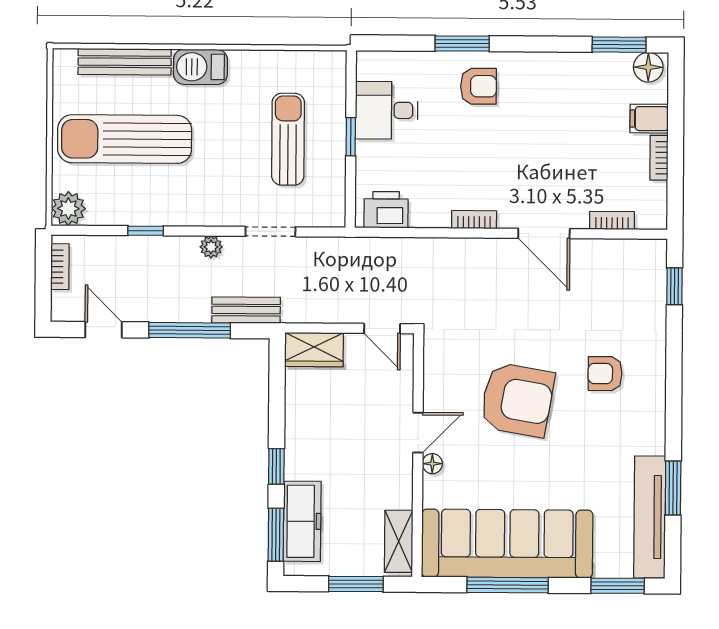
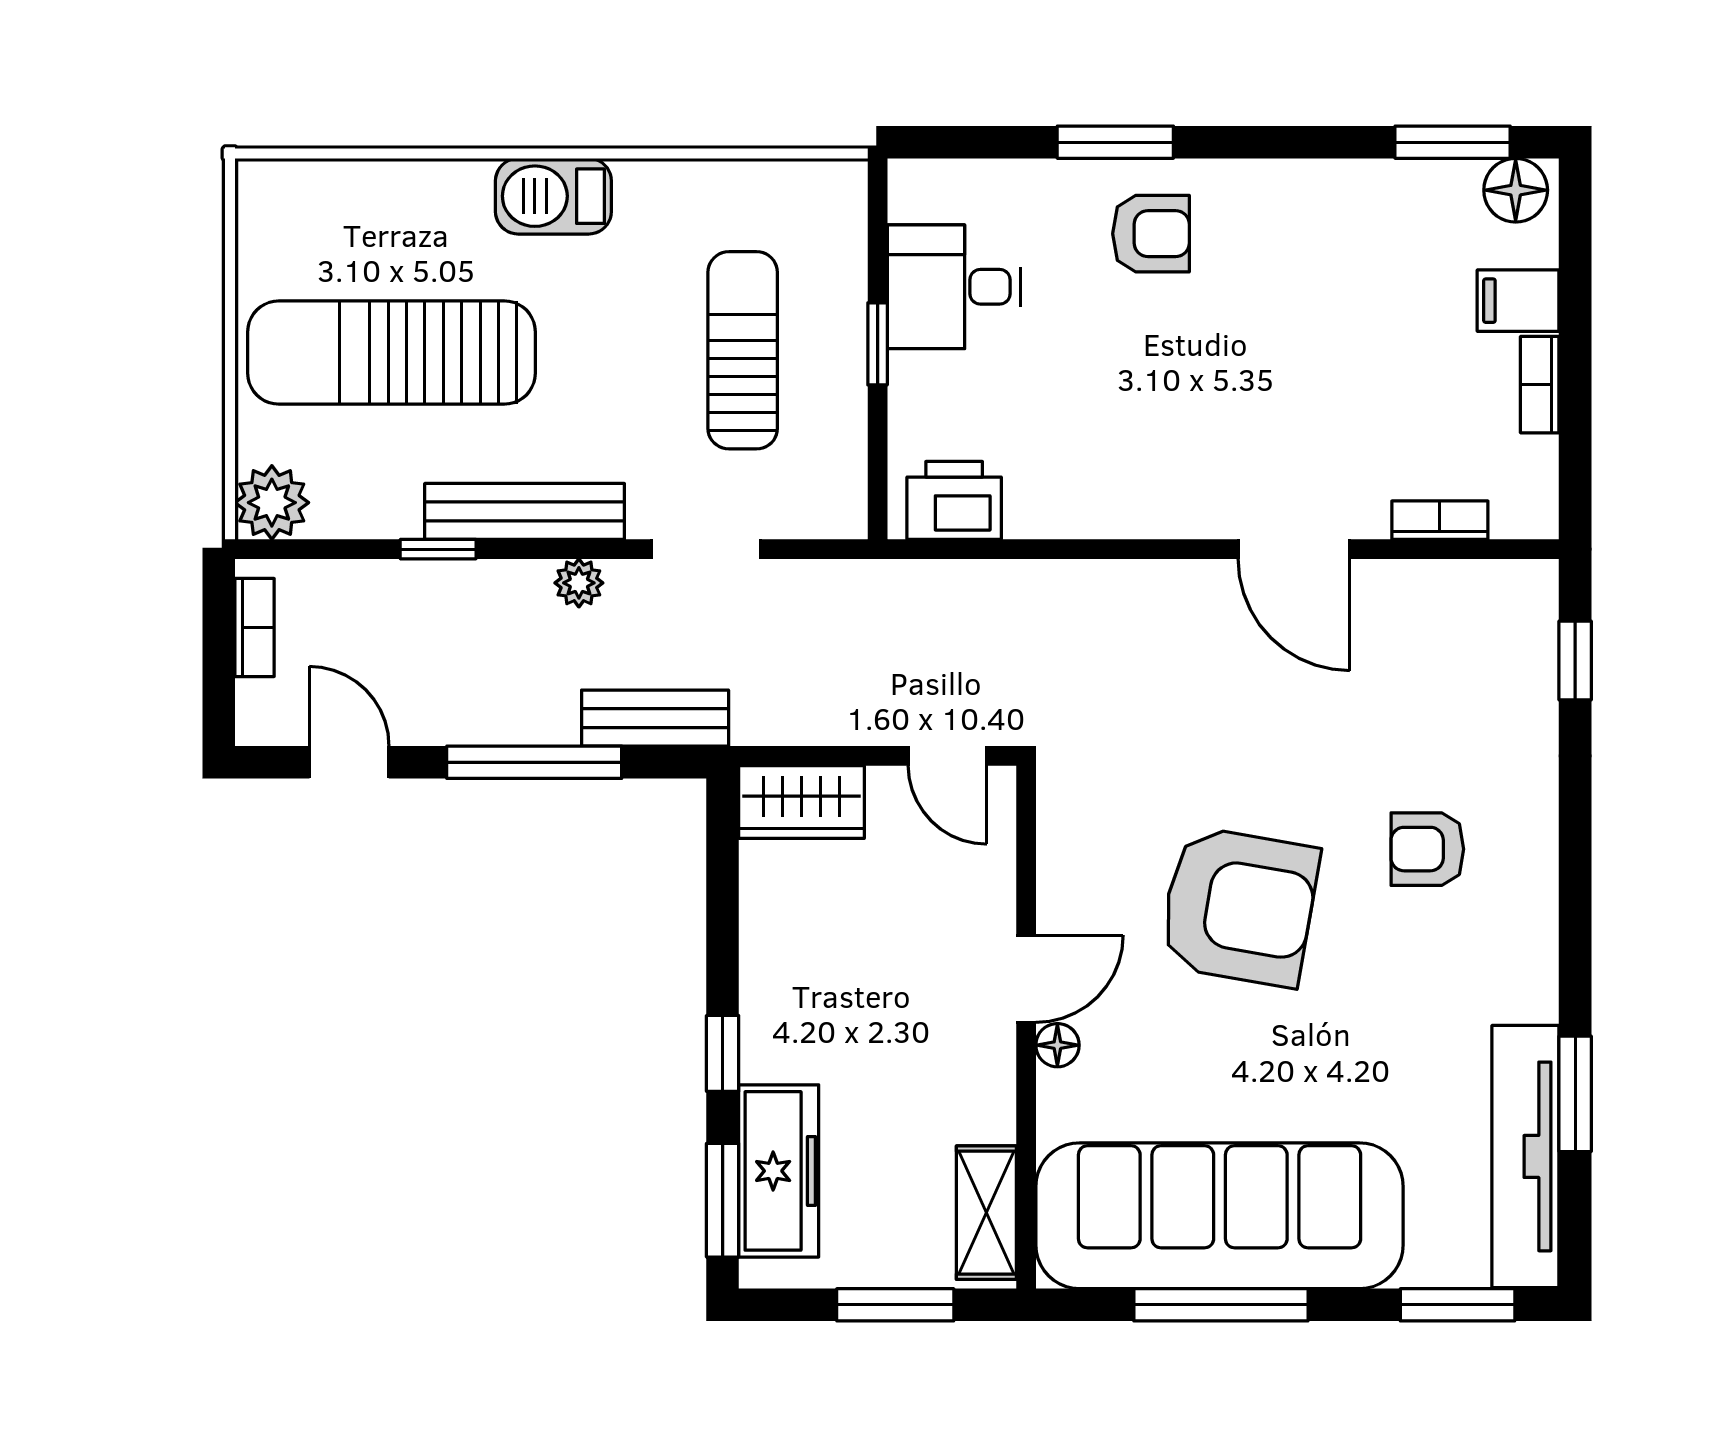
bench: (125, 62) -> (525, 511), moved
bookcase: (474, 220) -> (1144, 520), removed

